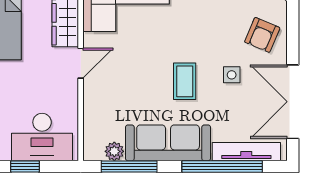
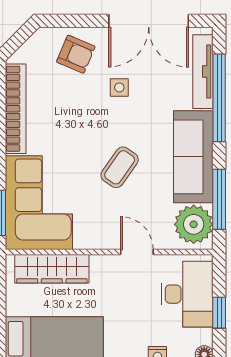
door: (81, 63) -> (137, 252), moved
coffee table: (185, 81) -> (120, 167), moved, turned -55
plant: (114, 151) -> (194, 224), width x1.87, depth x1.87

